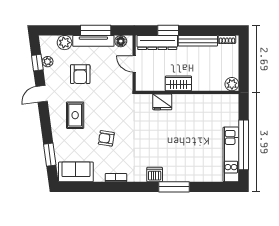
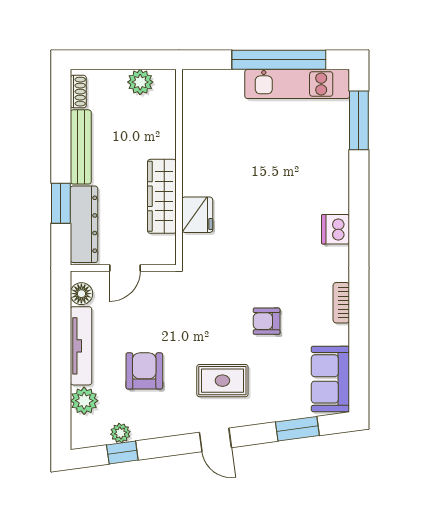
window: (96, 30) -> (61, 342), removed
armchair: (80, 74) -> (144, 371), turned -90
wardrobe: (178, 83) -> (162, 196), width x1.50
plant: (232, 84) -> (140, 82), moved
door: (42, 94) -> (215, 440), moved
armchair: (106, 138) -> (267, 321), turned 81
window: (174, 187) -> (359, 120), moved

